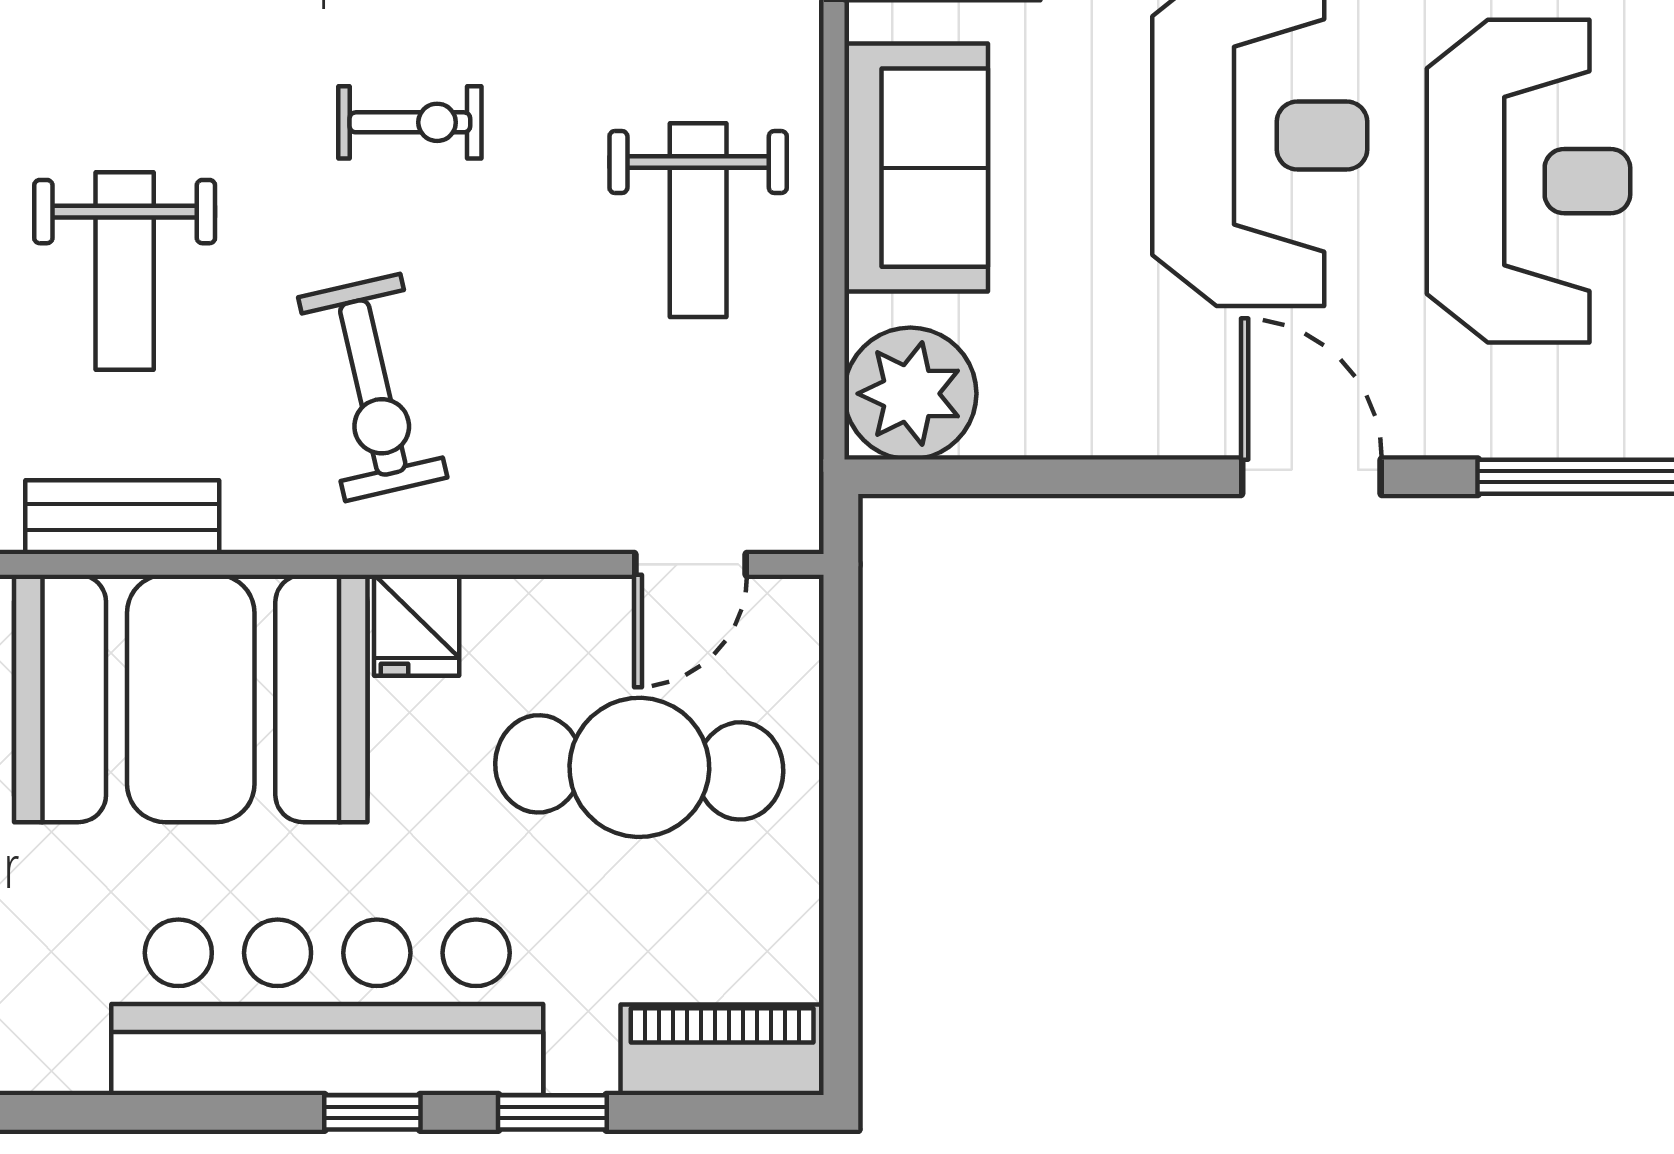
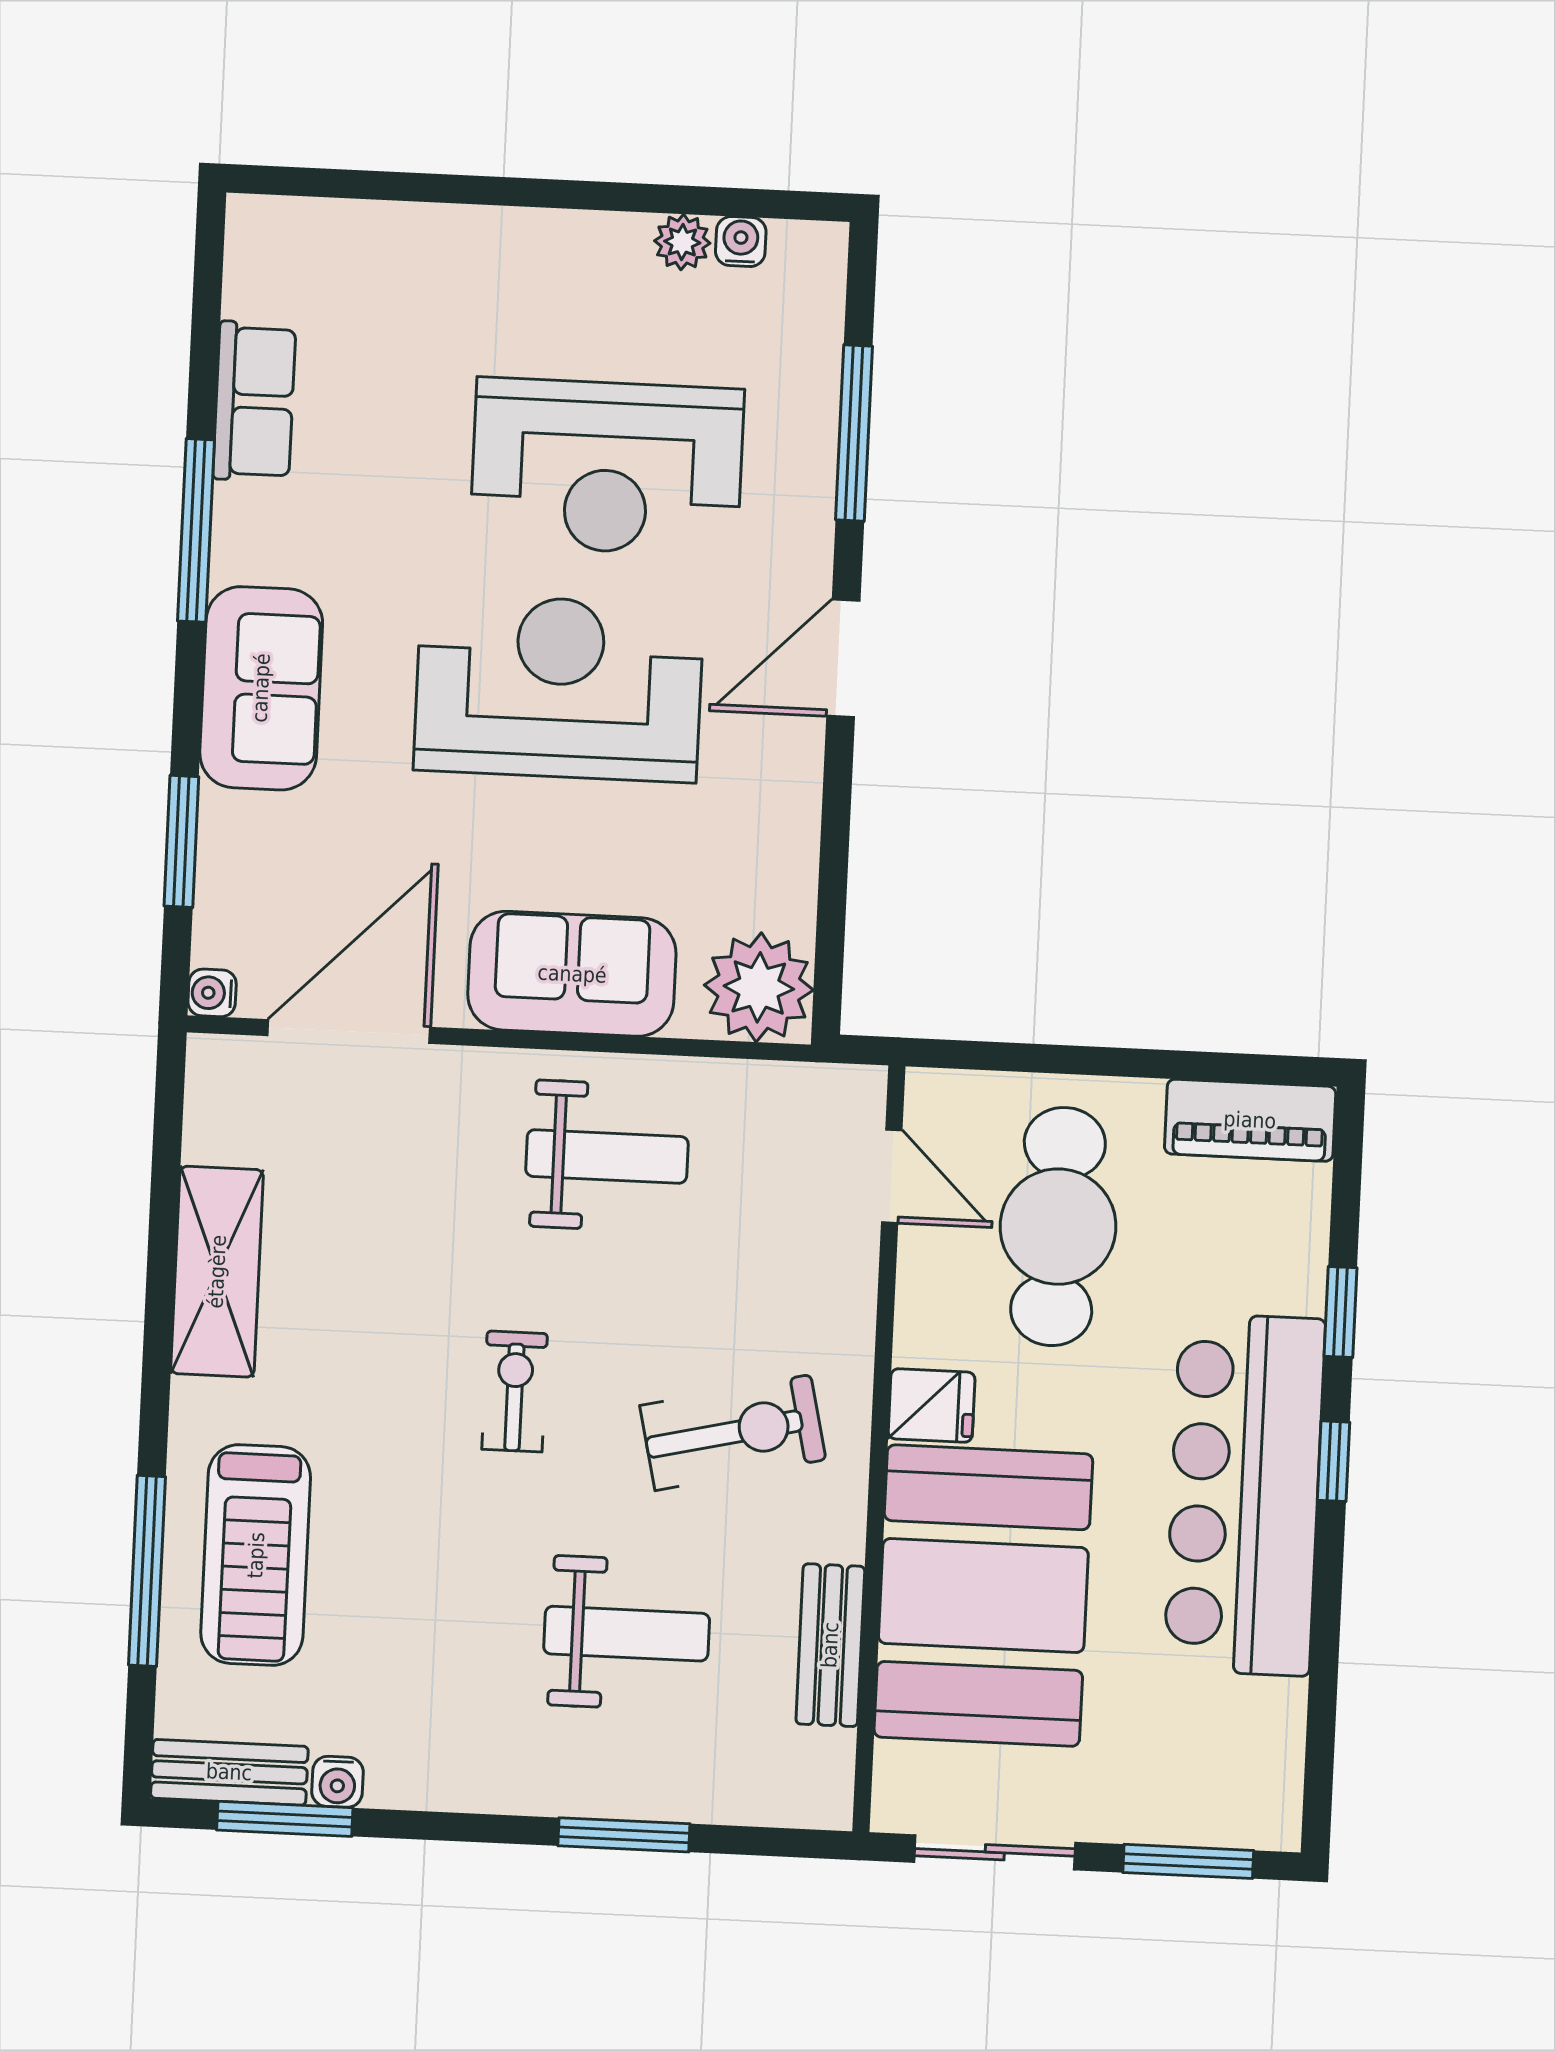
reception desk: (1529, 181) -> (607, 467), turned 180
piano: (722, 1050) -> (1250, 1120), moved, turned -90

